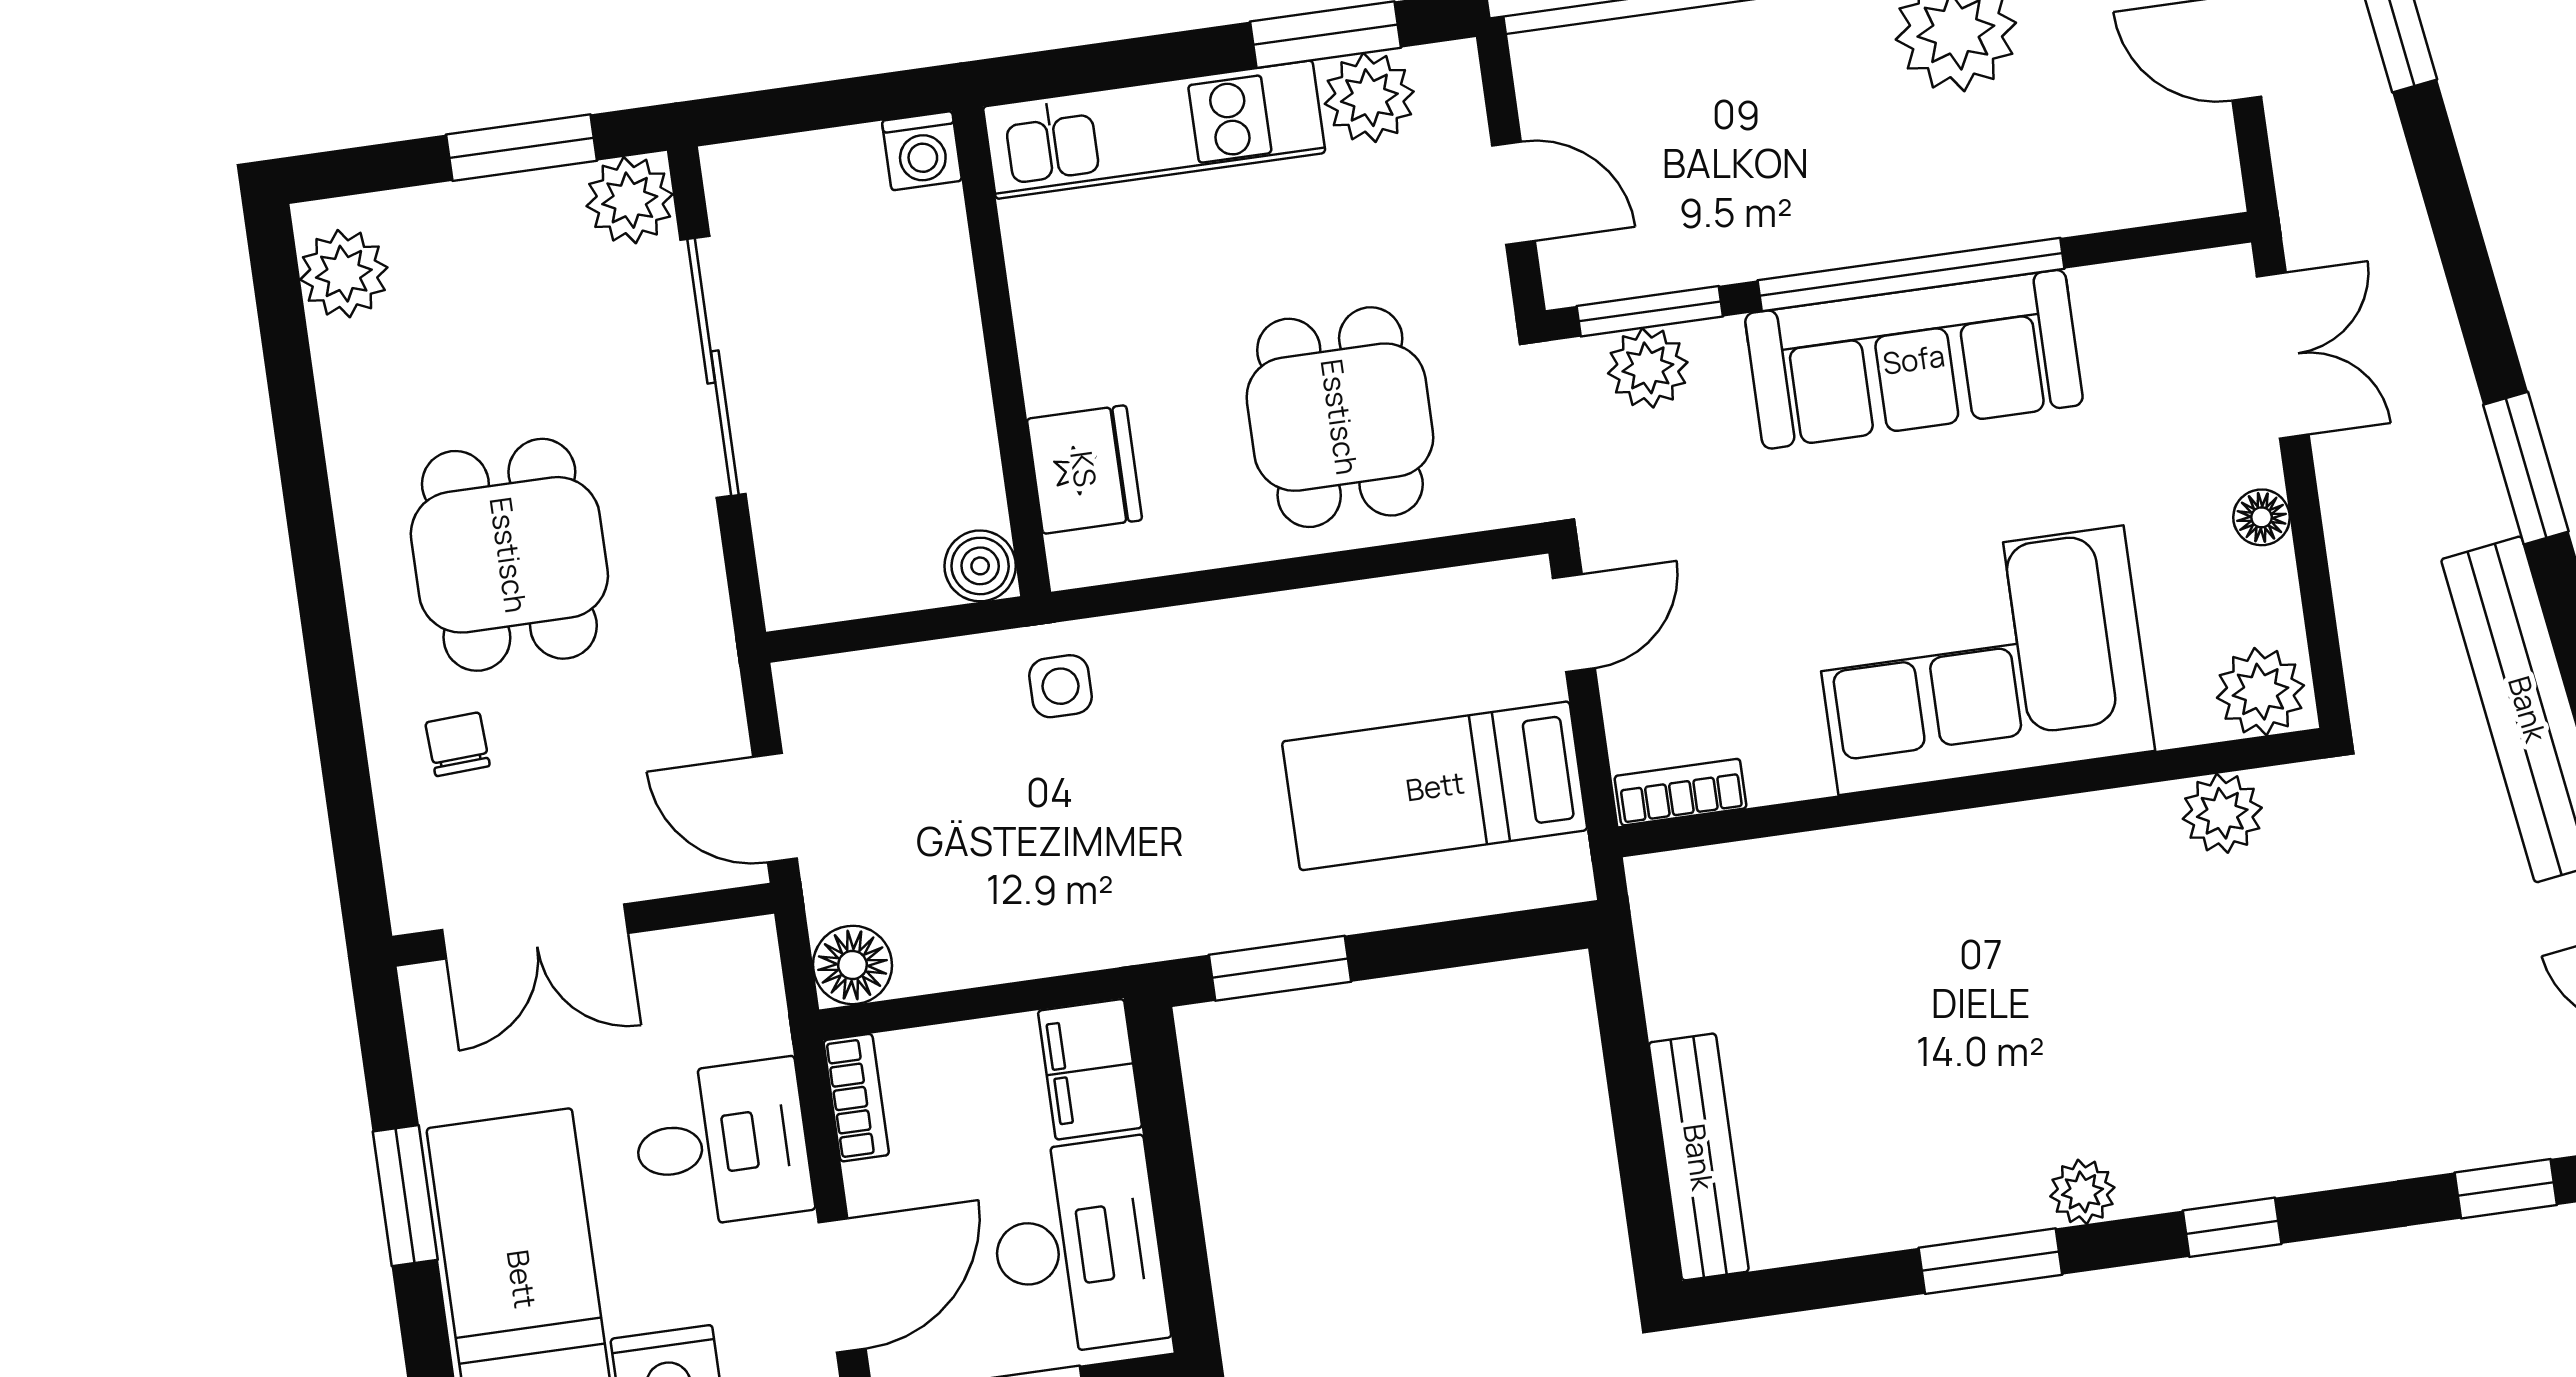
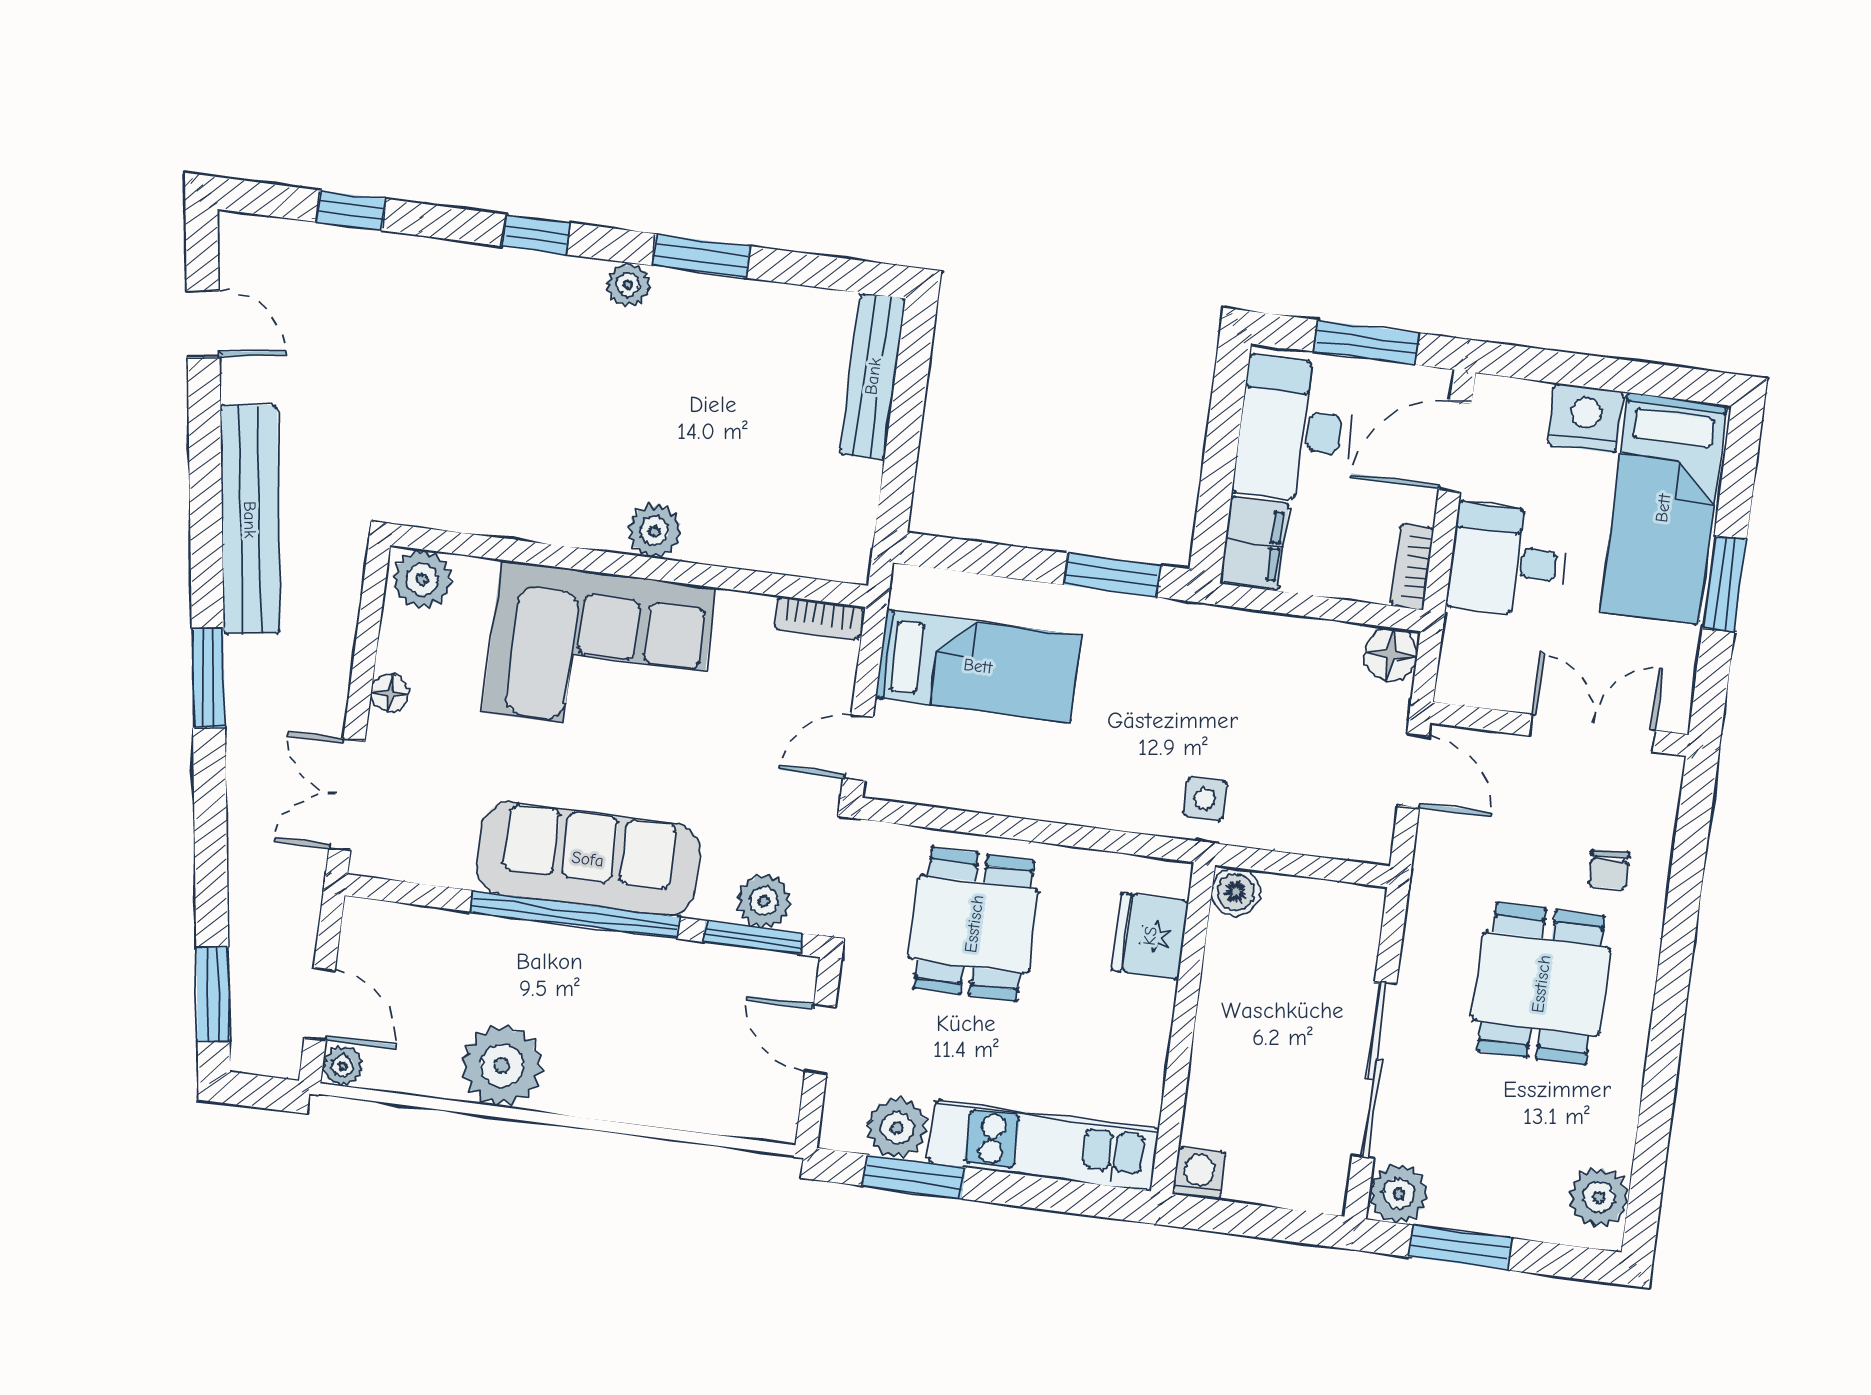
plant: (2222, 813) -> (654, 531), moved

